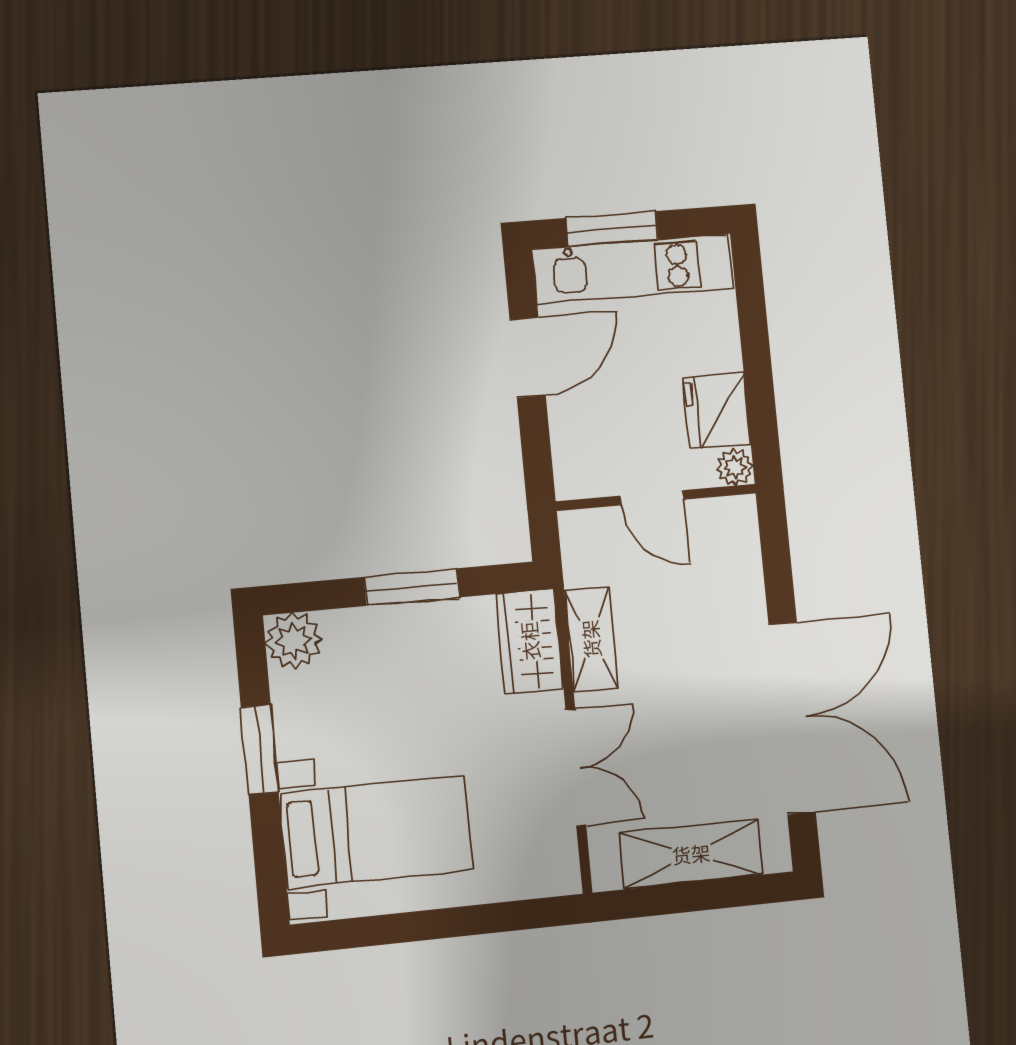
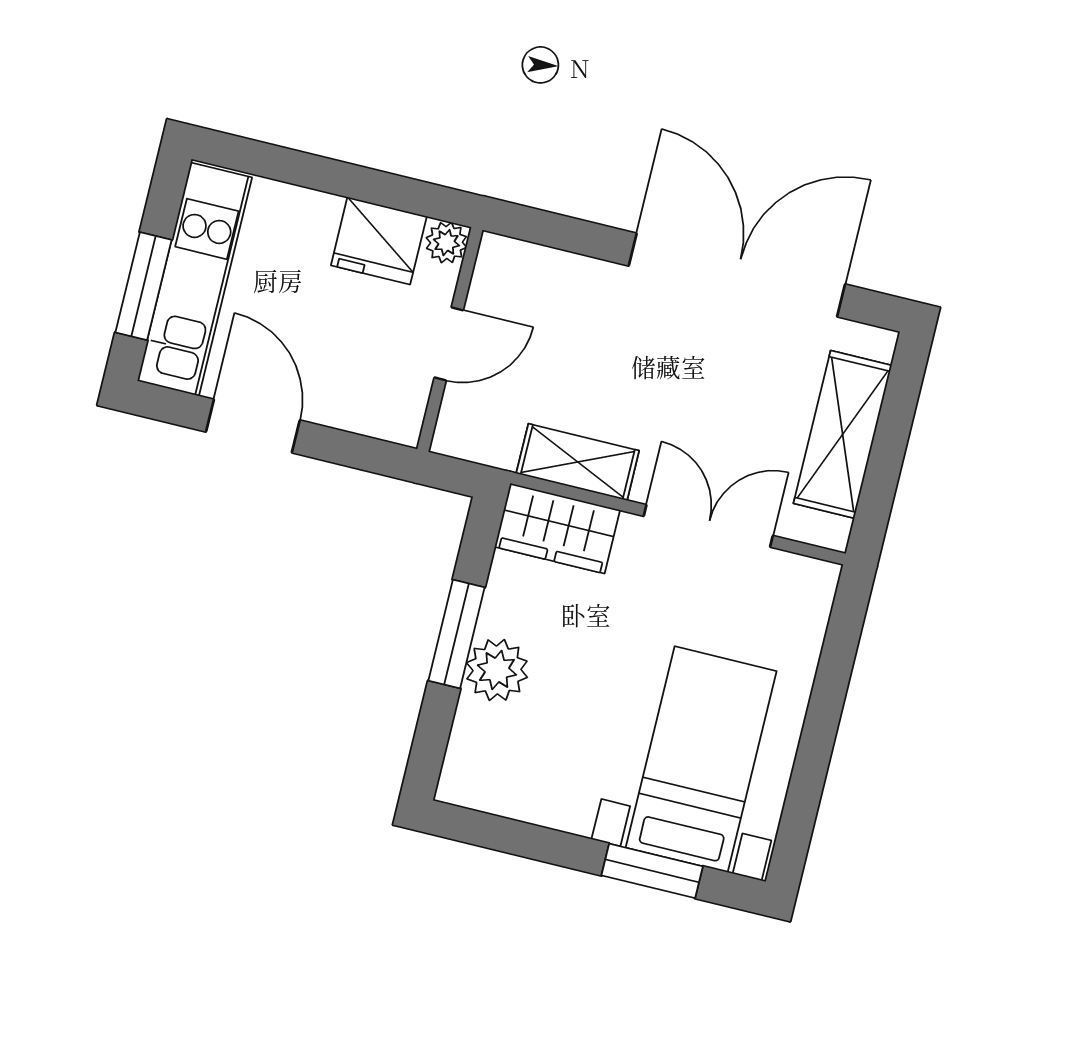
plant: (294, 641) -> (497, 670), moved
window: (260, 750) -> (652, 871), moved

